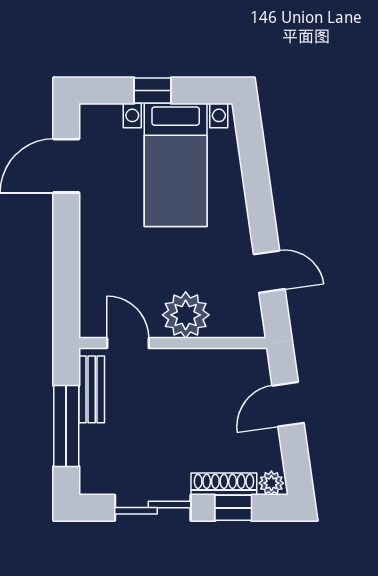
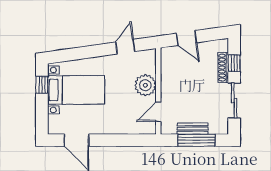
window: (153, 91) -> (42, 85), moved
bench: (92, 389) -> (193, 129), moved
plant: (271, 483) -> (223, 46), removed

